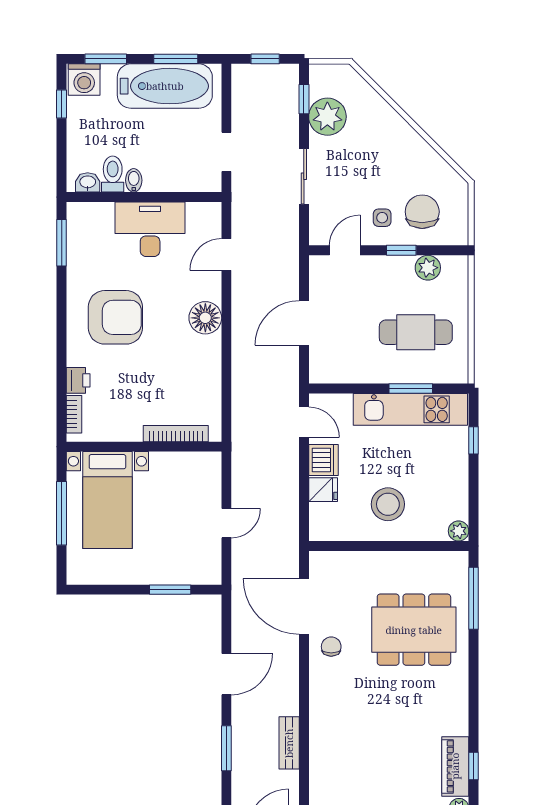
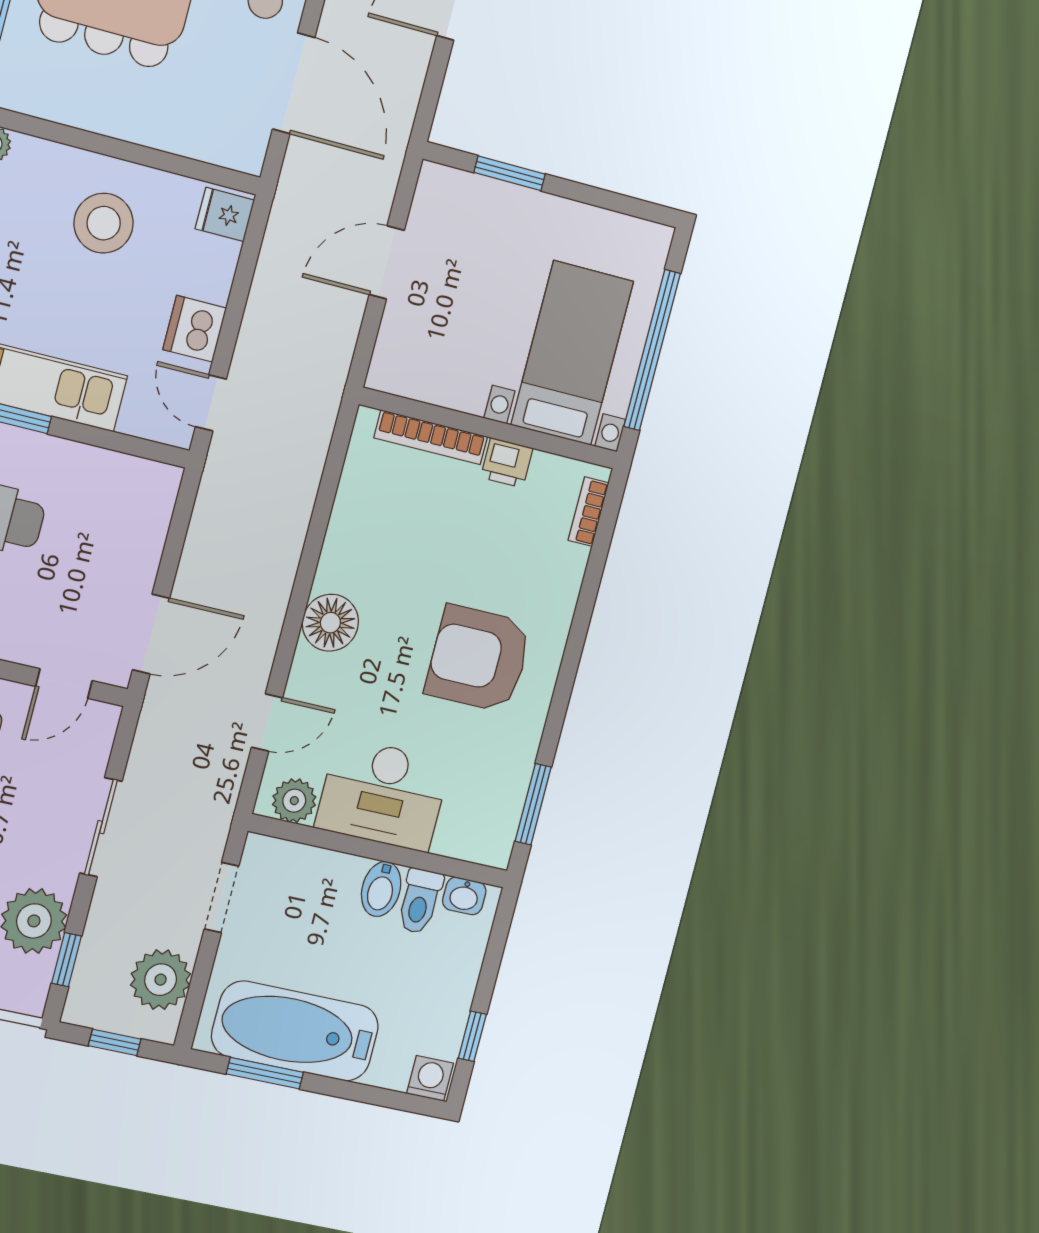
window: (106, 59) -> (380, 1097), removed
washing machine: (84, 79) -> (430, 1078), width x0.73, depth x0.73
plant: (249, 99) -> (161, 980), added
bidet: (134, 180) -> (381, 889), width x1.38, depth x1.36
plant: (200, 215) -> (294, 801), added
door: (304, 323) -> (151, 634), moved
printer: (78, 380) -> (507, 463), moved, turned -90
fridge: (323, 490) -> (225, 214), moved
window: (62, 513) -> (652, 350), width x1.46
door: (226, 523) -> (387, 262), width x1.38

